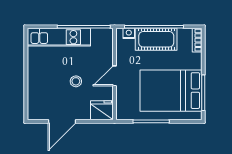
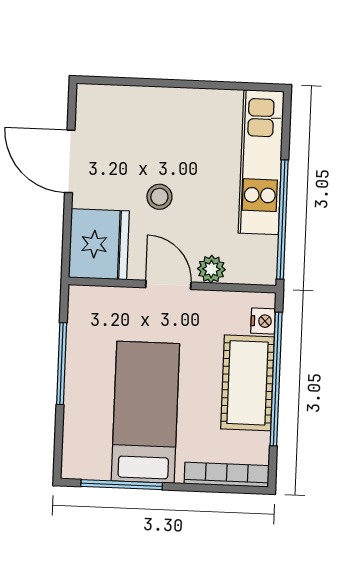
bookcase: (197, 40) -> (227, 475), width x1.56
plant: (107, 57) -> (211, 269), added
bed: (171, 91) -> (145, 412), width x0.67
fridge: (102, 110) -> (99, 244), width x1.36, depth x1.34

